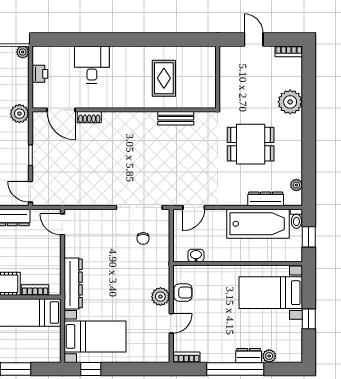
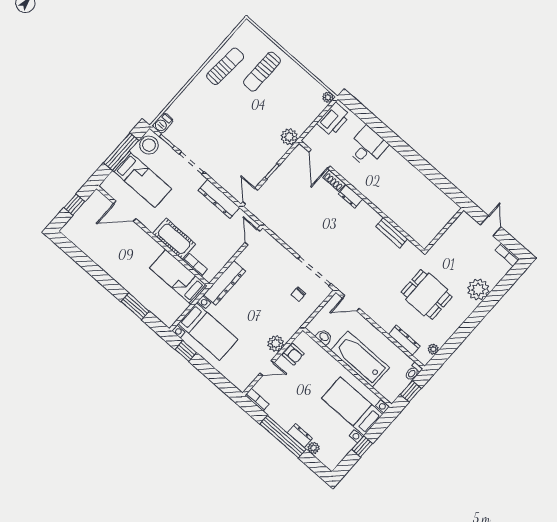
printer: (40, 74) -> (334, 119), width x1.87, depth x1.48
rug: (164, 78) -> (407, 199), removed
dresser: (115, 118) -> (350, 197), added
bathtub: (258, 224) -> (360, 359), moved, turned 180

